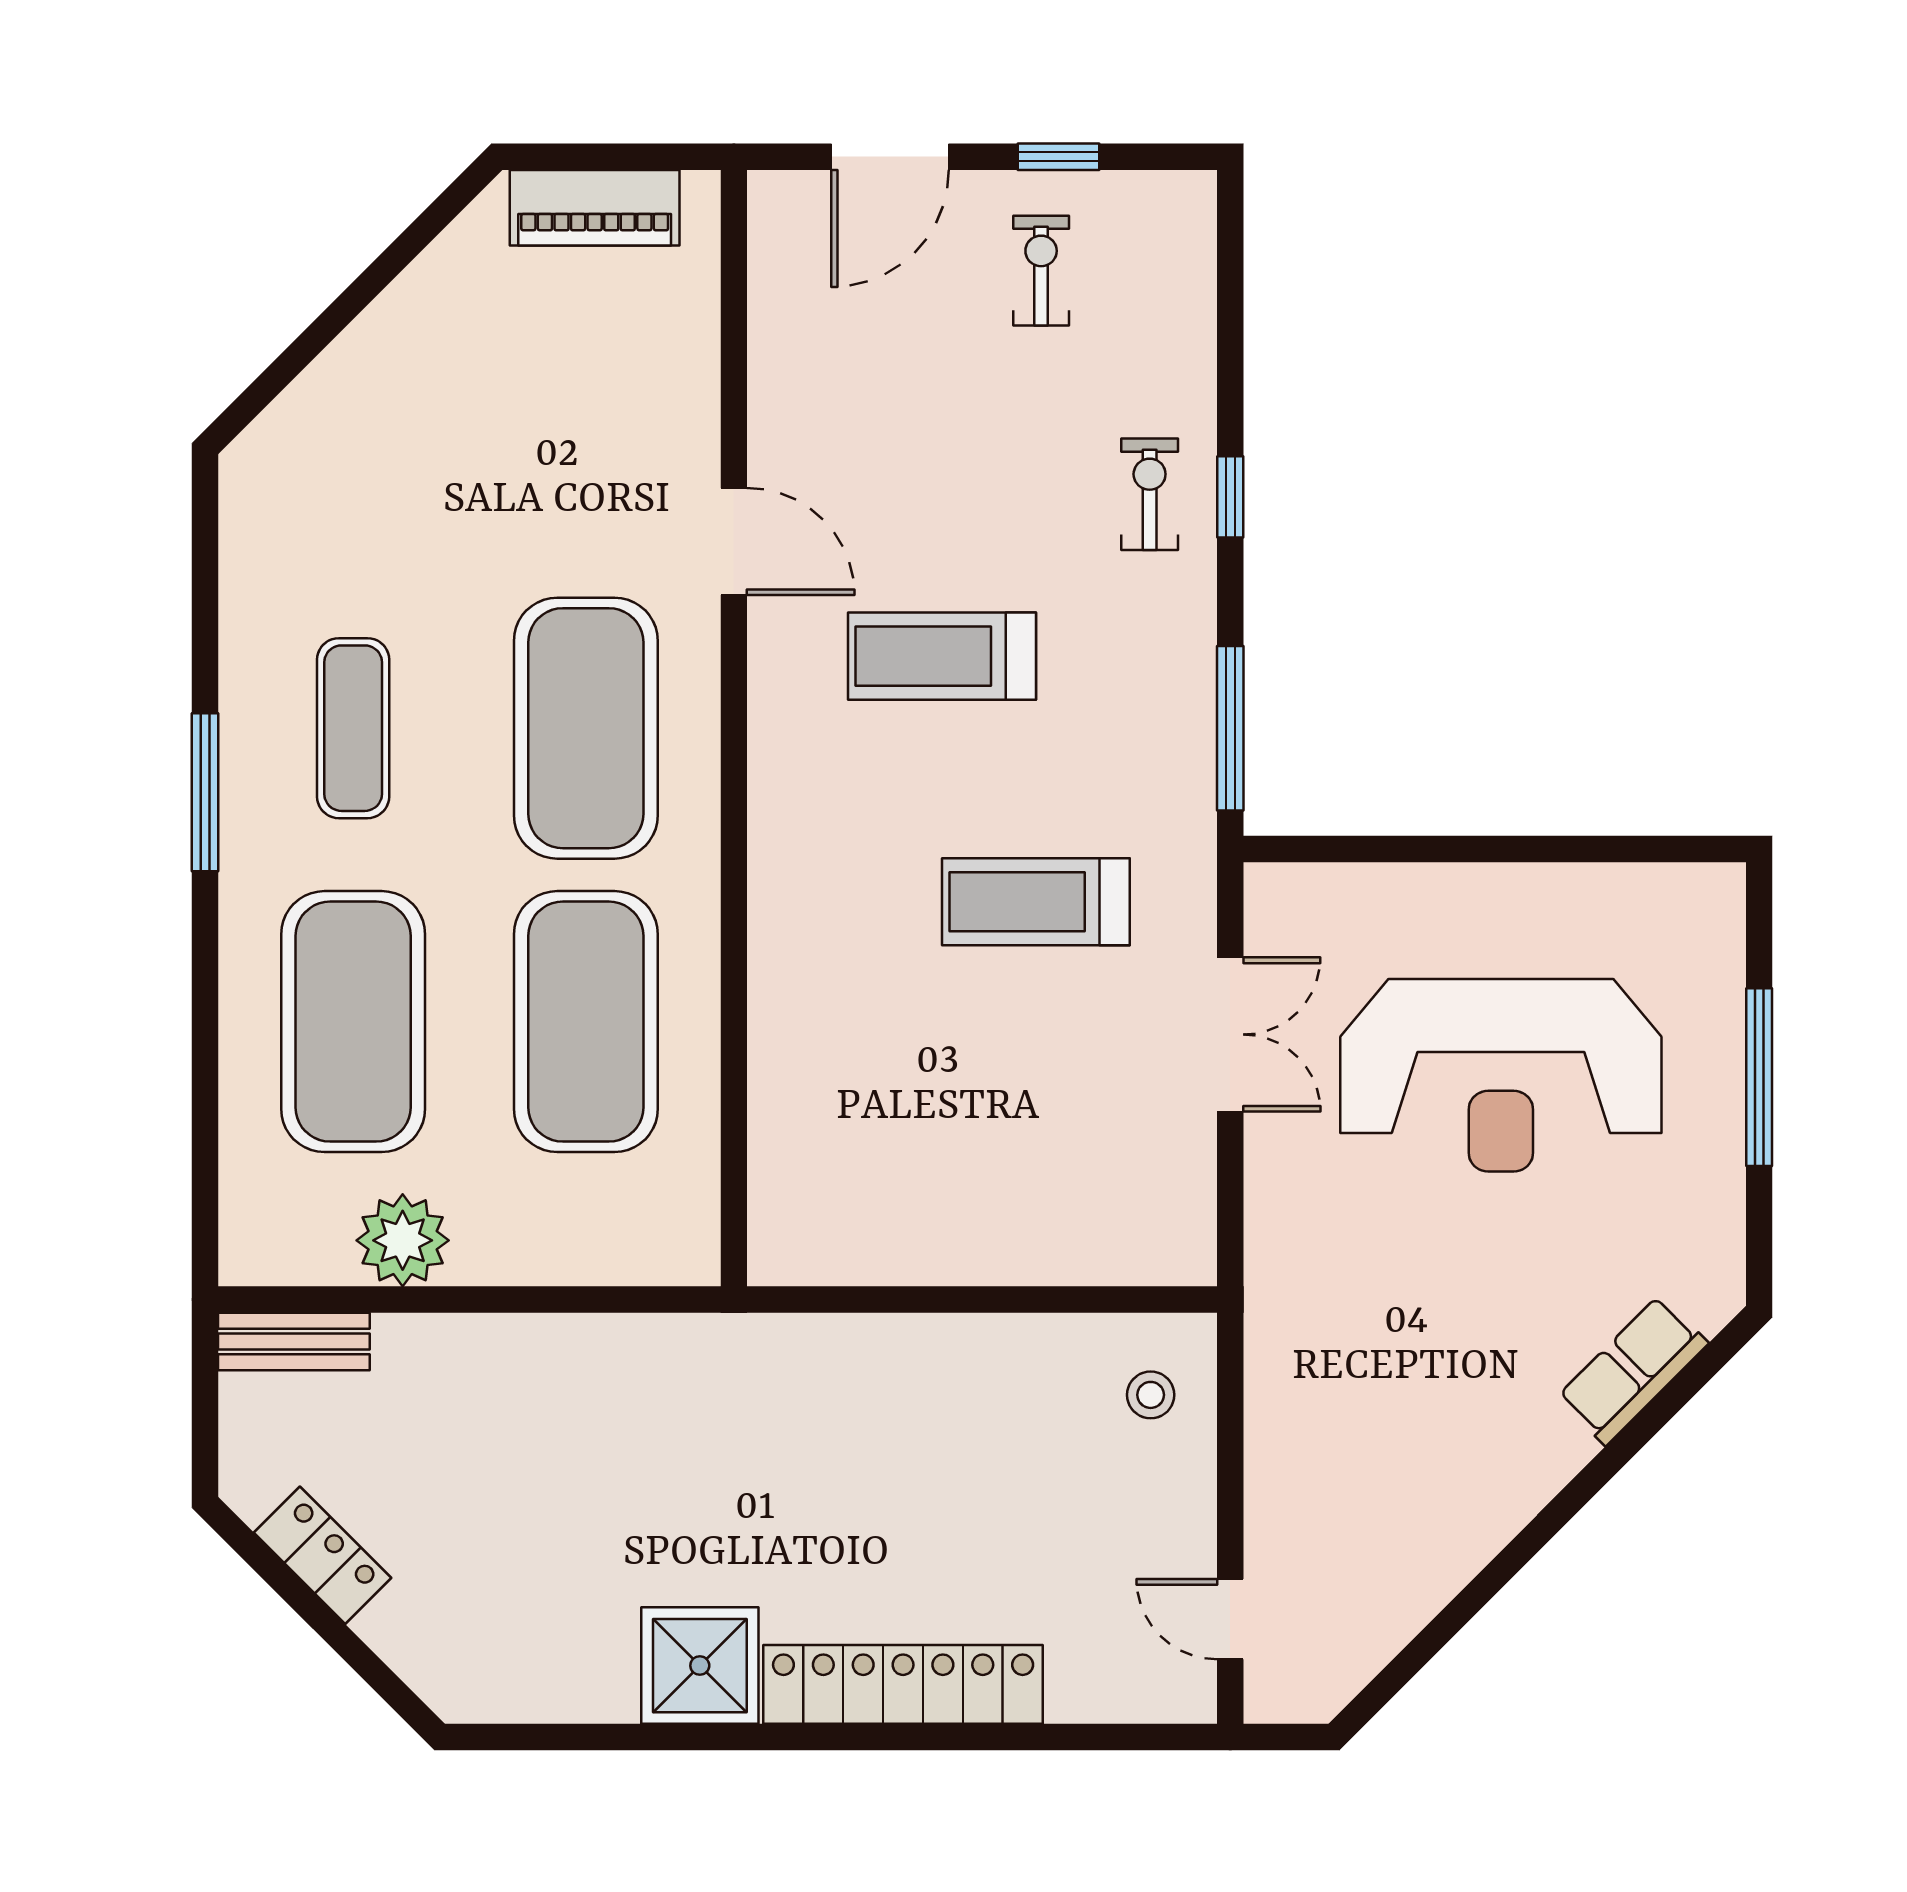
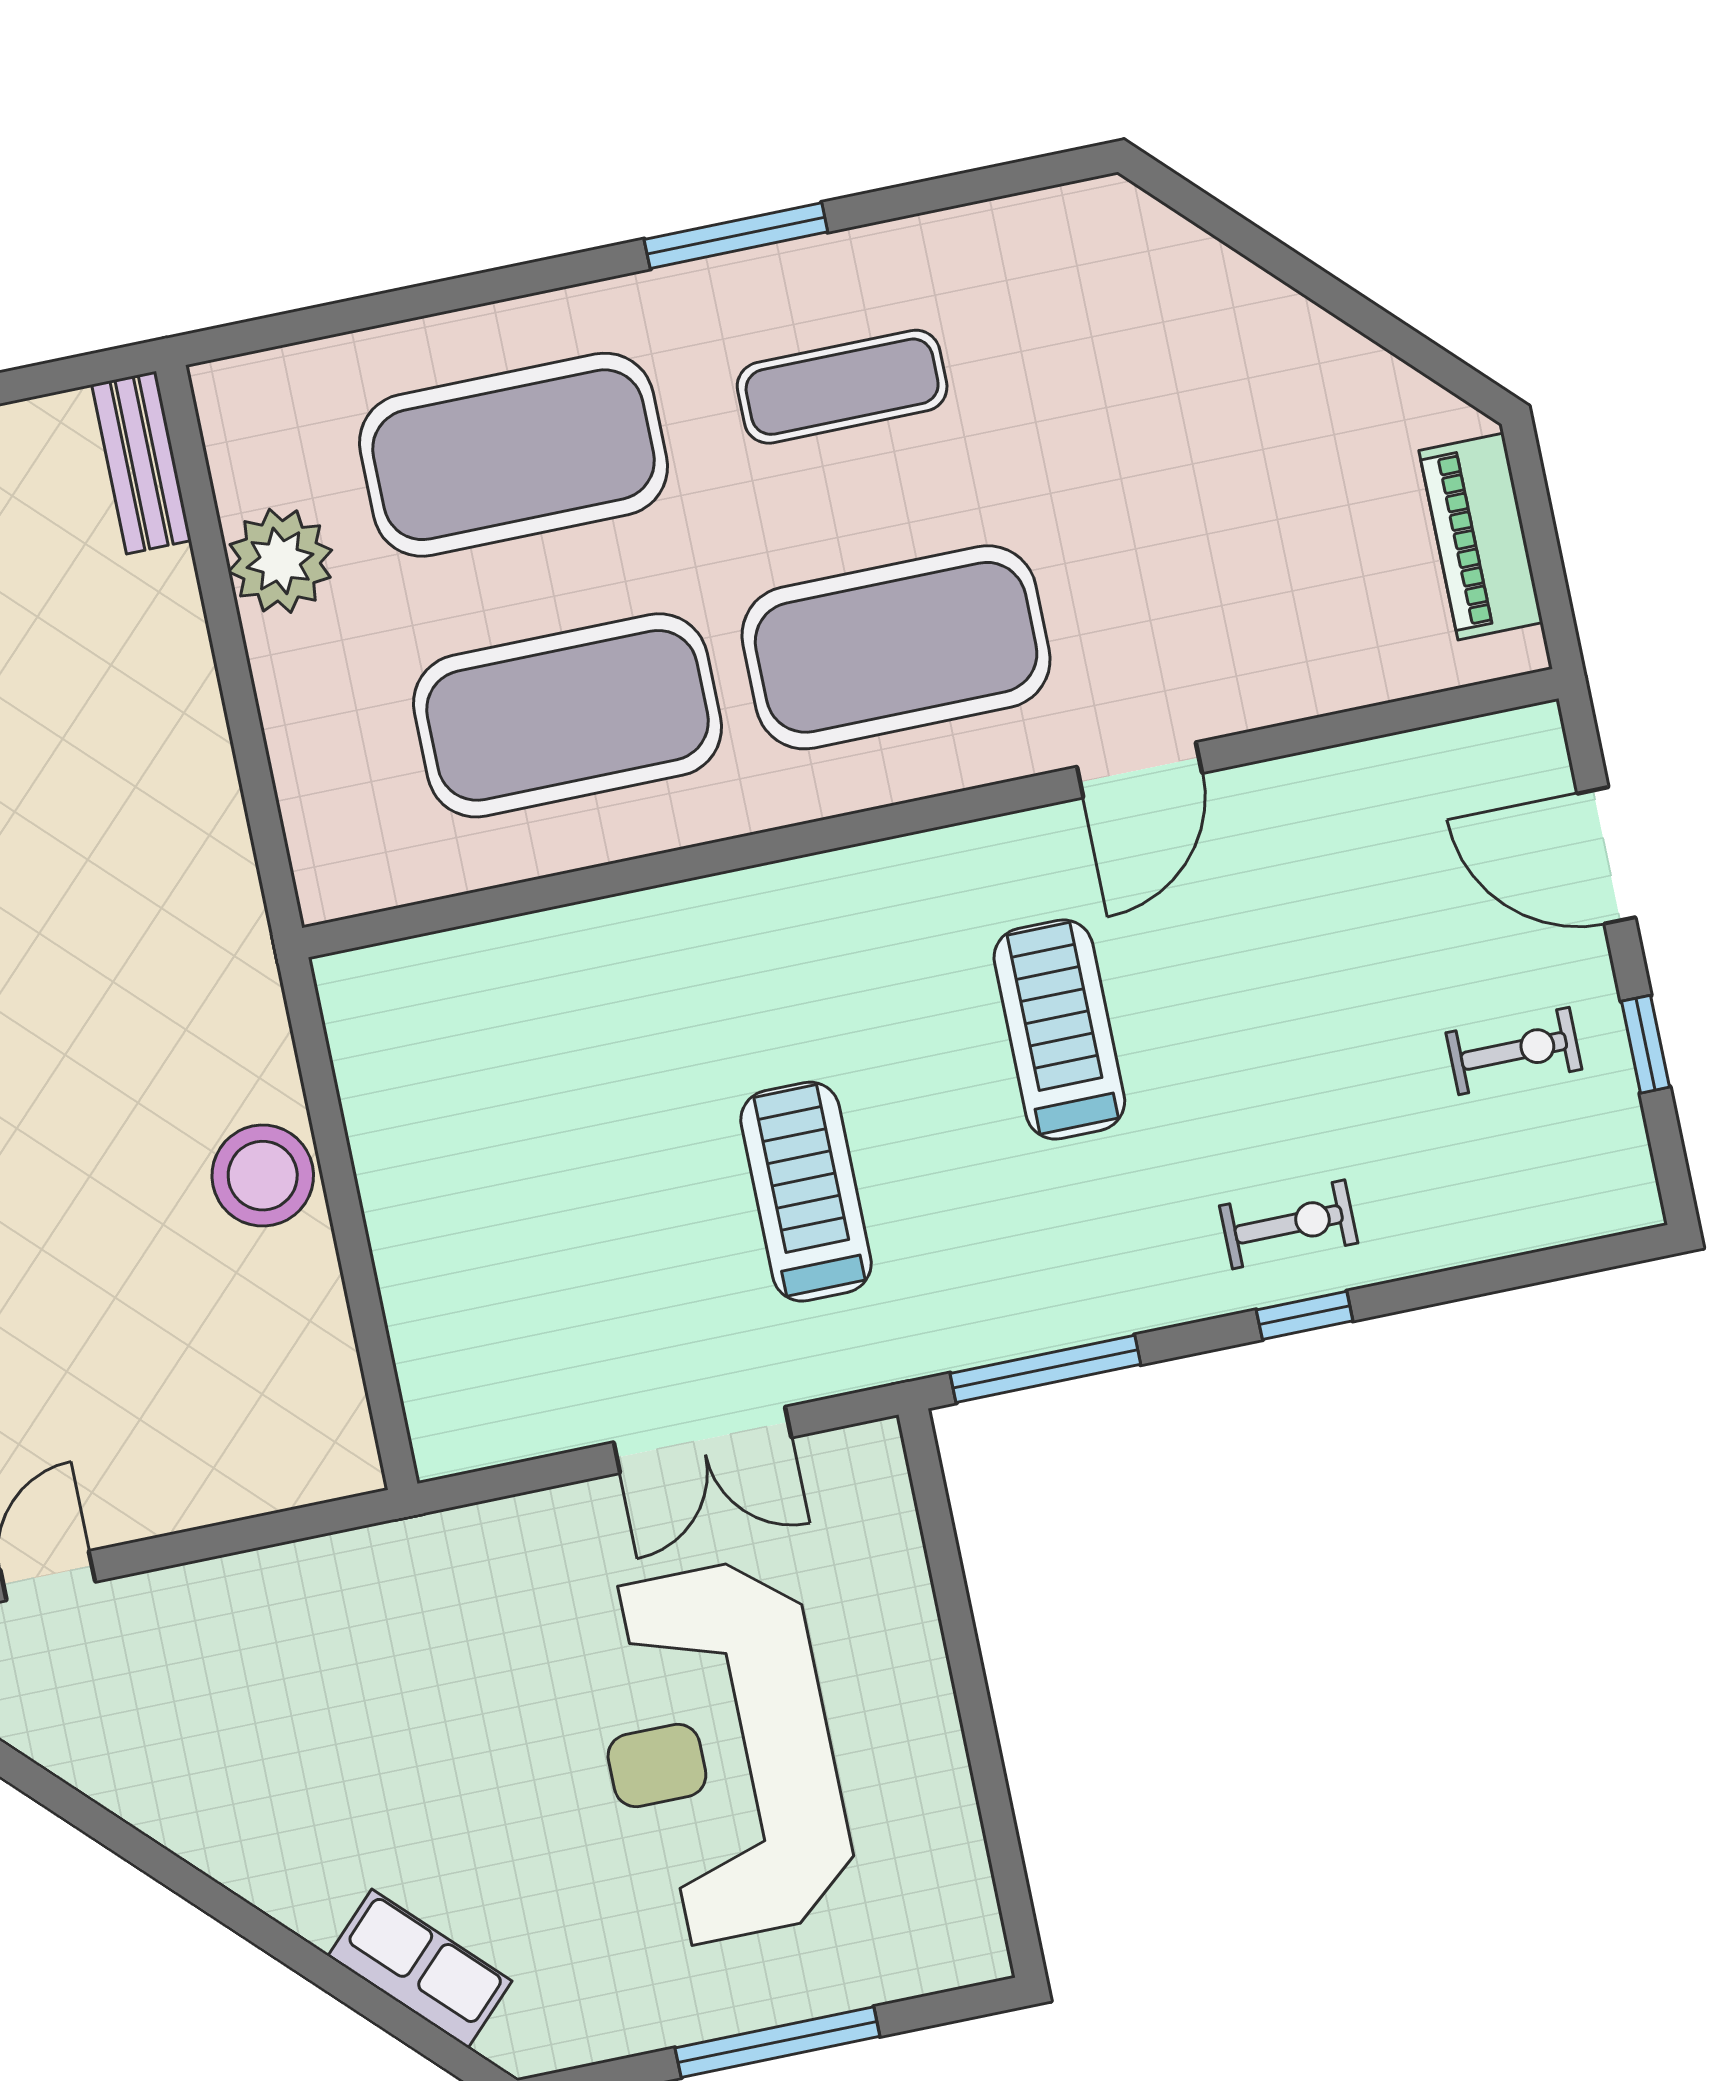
stool: (1151, 1395) -> (263, 1176), moved, width x1.89, depth x1.89

